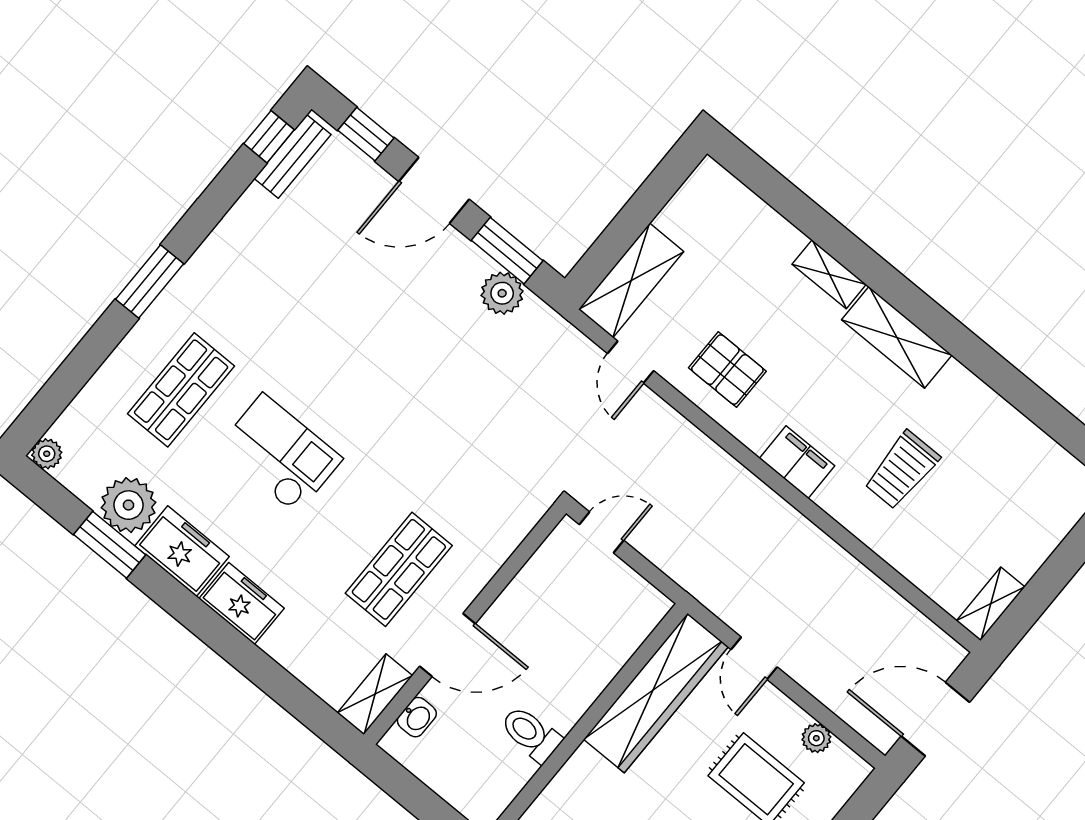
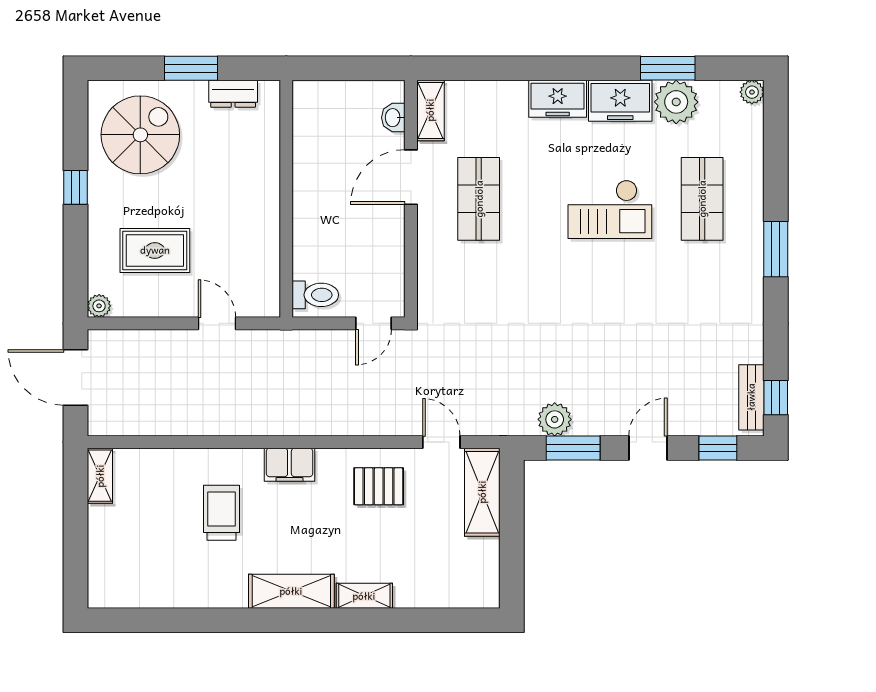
door: (434, 190) -> (648, 448), width x0.73
wardrobe: (656, 693) -> (259, 253), removed
door: (935, 719) -> (76, 377), swing flipped
toilet: (531, 734) -> (315, 295), moved
plant: (816, 738) -> (99, 306), moved

